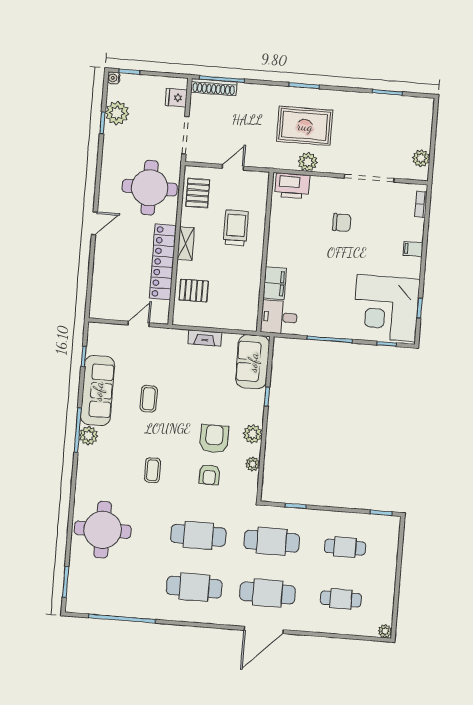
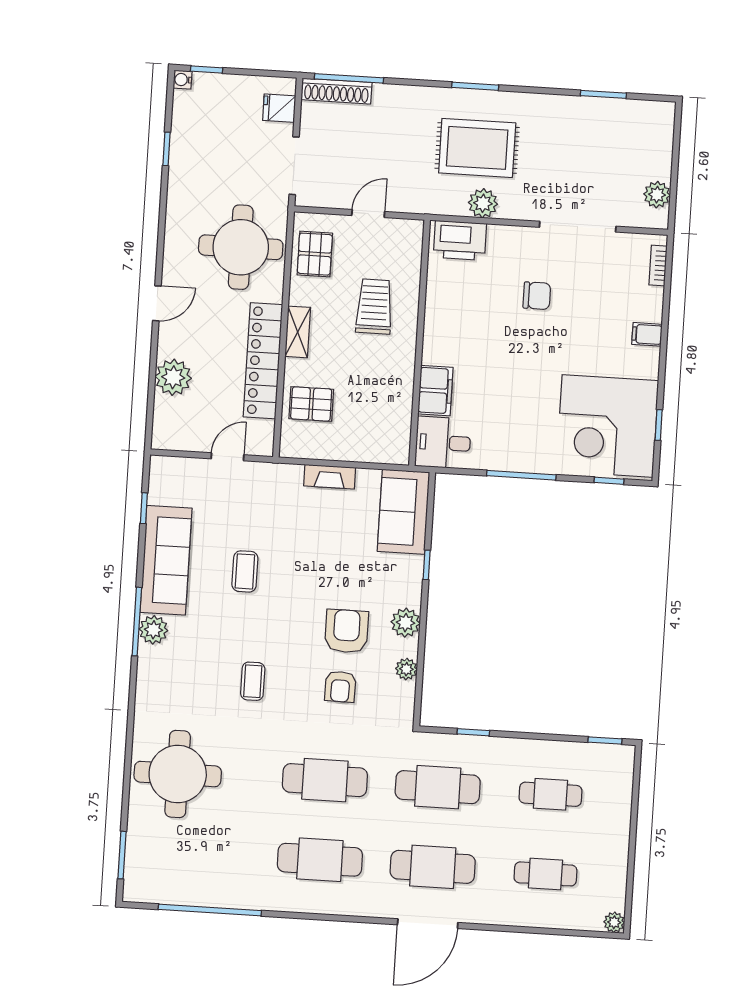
plant: (117, 113) -> (173, 377), moved

